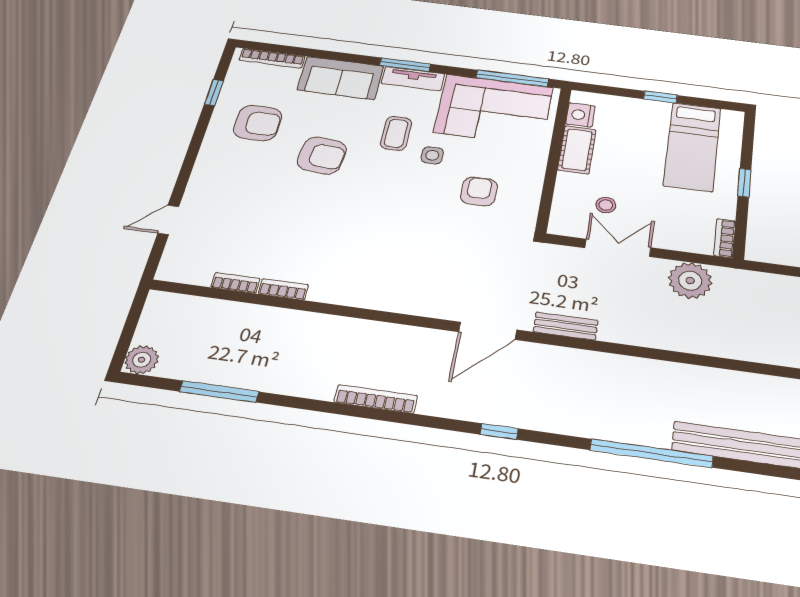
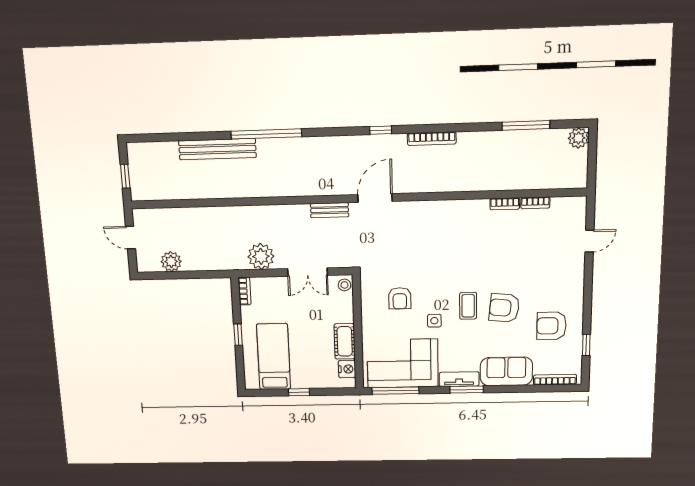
coffee table: (396, 133) -> (468, 306), moved
stool: (606, 205) -> (344, 285), moved
window: (499, 431) -> (381, 130), moved

